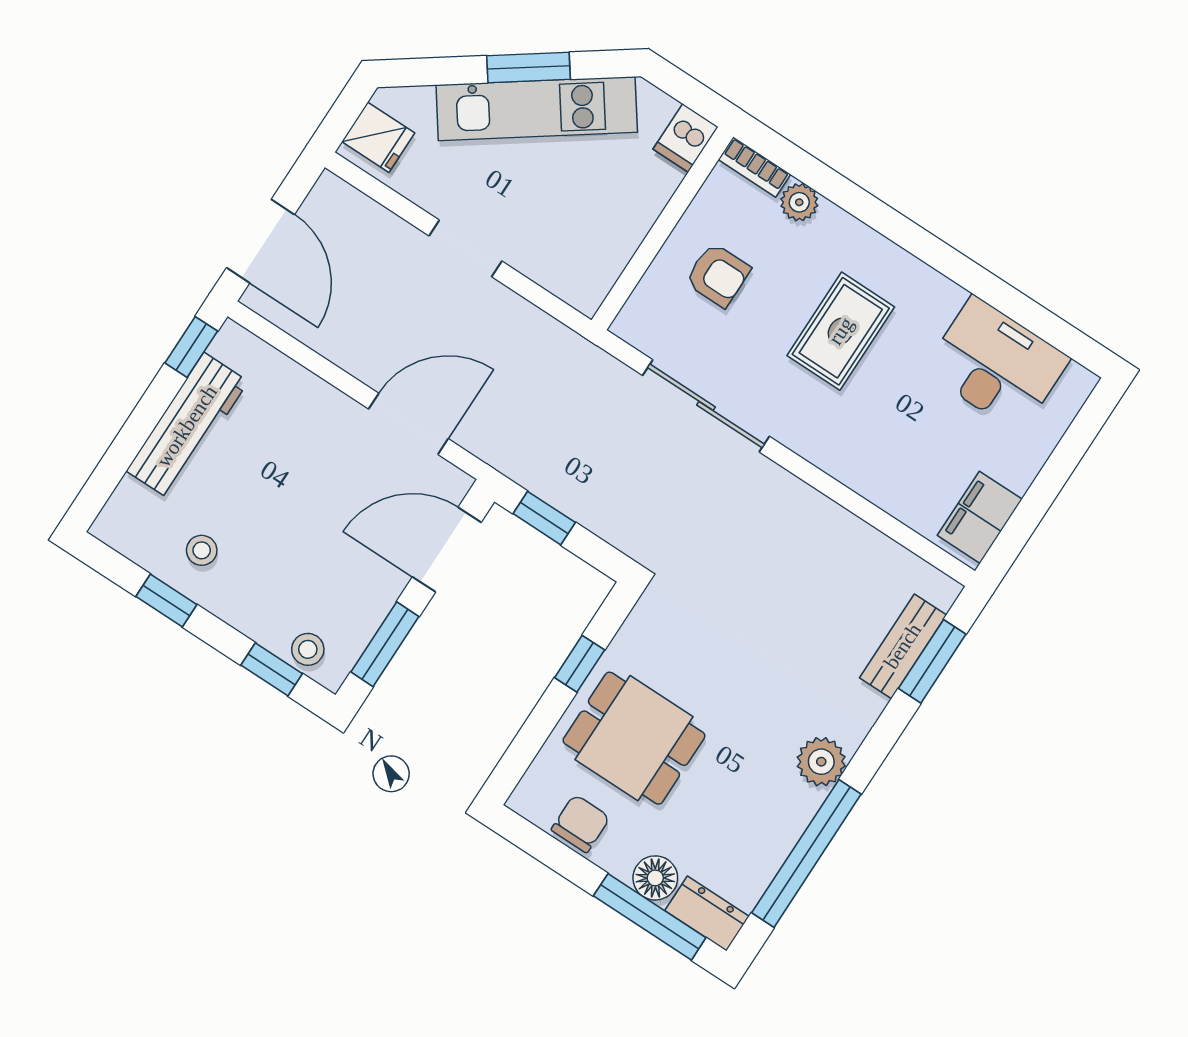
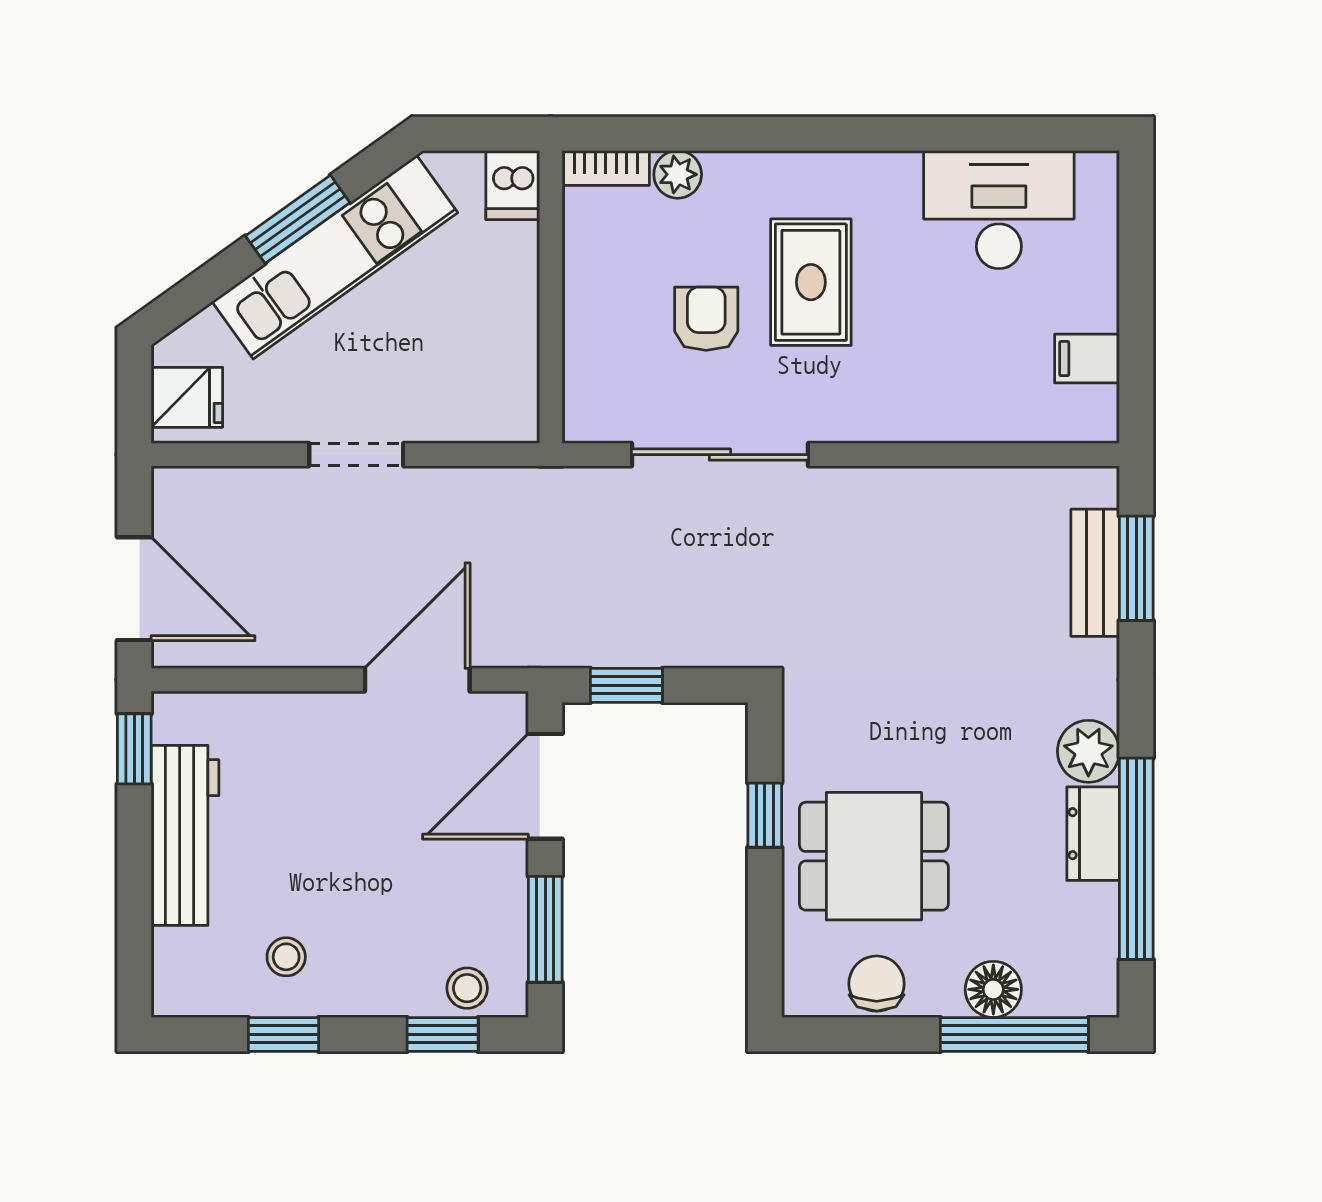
armchair: (718, 275) -> (706, 319), moved, turned -90
filing cabinet: (980, 517) -> (1087, 359), width x0.50
dresser: (707, 914) -> (1093, 834), moved, turned -90

